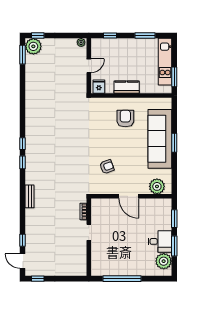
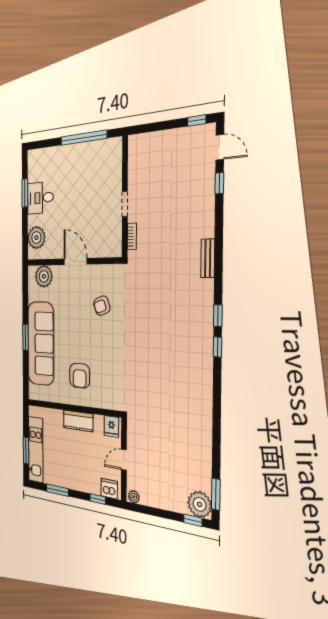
dishwasher: (101, 44) -> (109, 489), added
window: (174, 77) -> (26, 450), moved
window: (174, 219) -> (25, 231), removed
plant: (164, 261) -> (36, 238), moved

